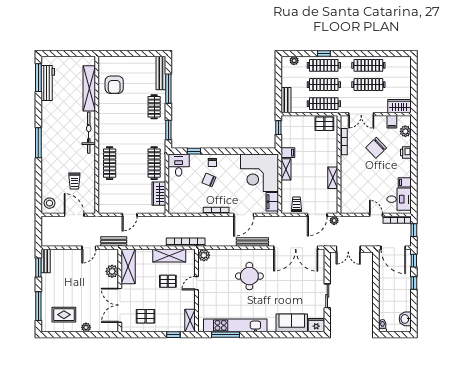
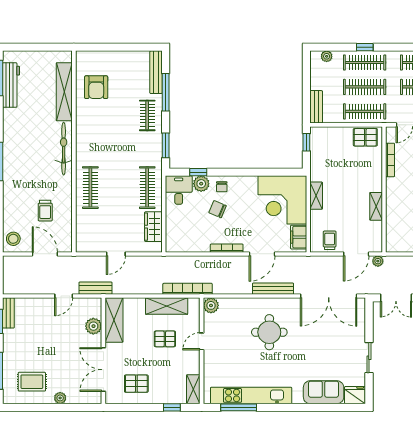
filing cabinet: (288, 153) -> (319, 174), removed
plant: (196, 160) -> (201, 184), added

